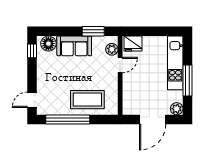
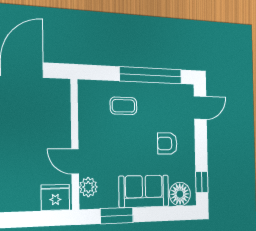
door: (120, 65) -> (75, 161), hinge flipped
armchair: (57, 76) -> (167, 143), added
coffee table: (87, 100) -> (123, 106), width x0.54, depth x0.58

